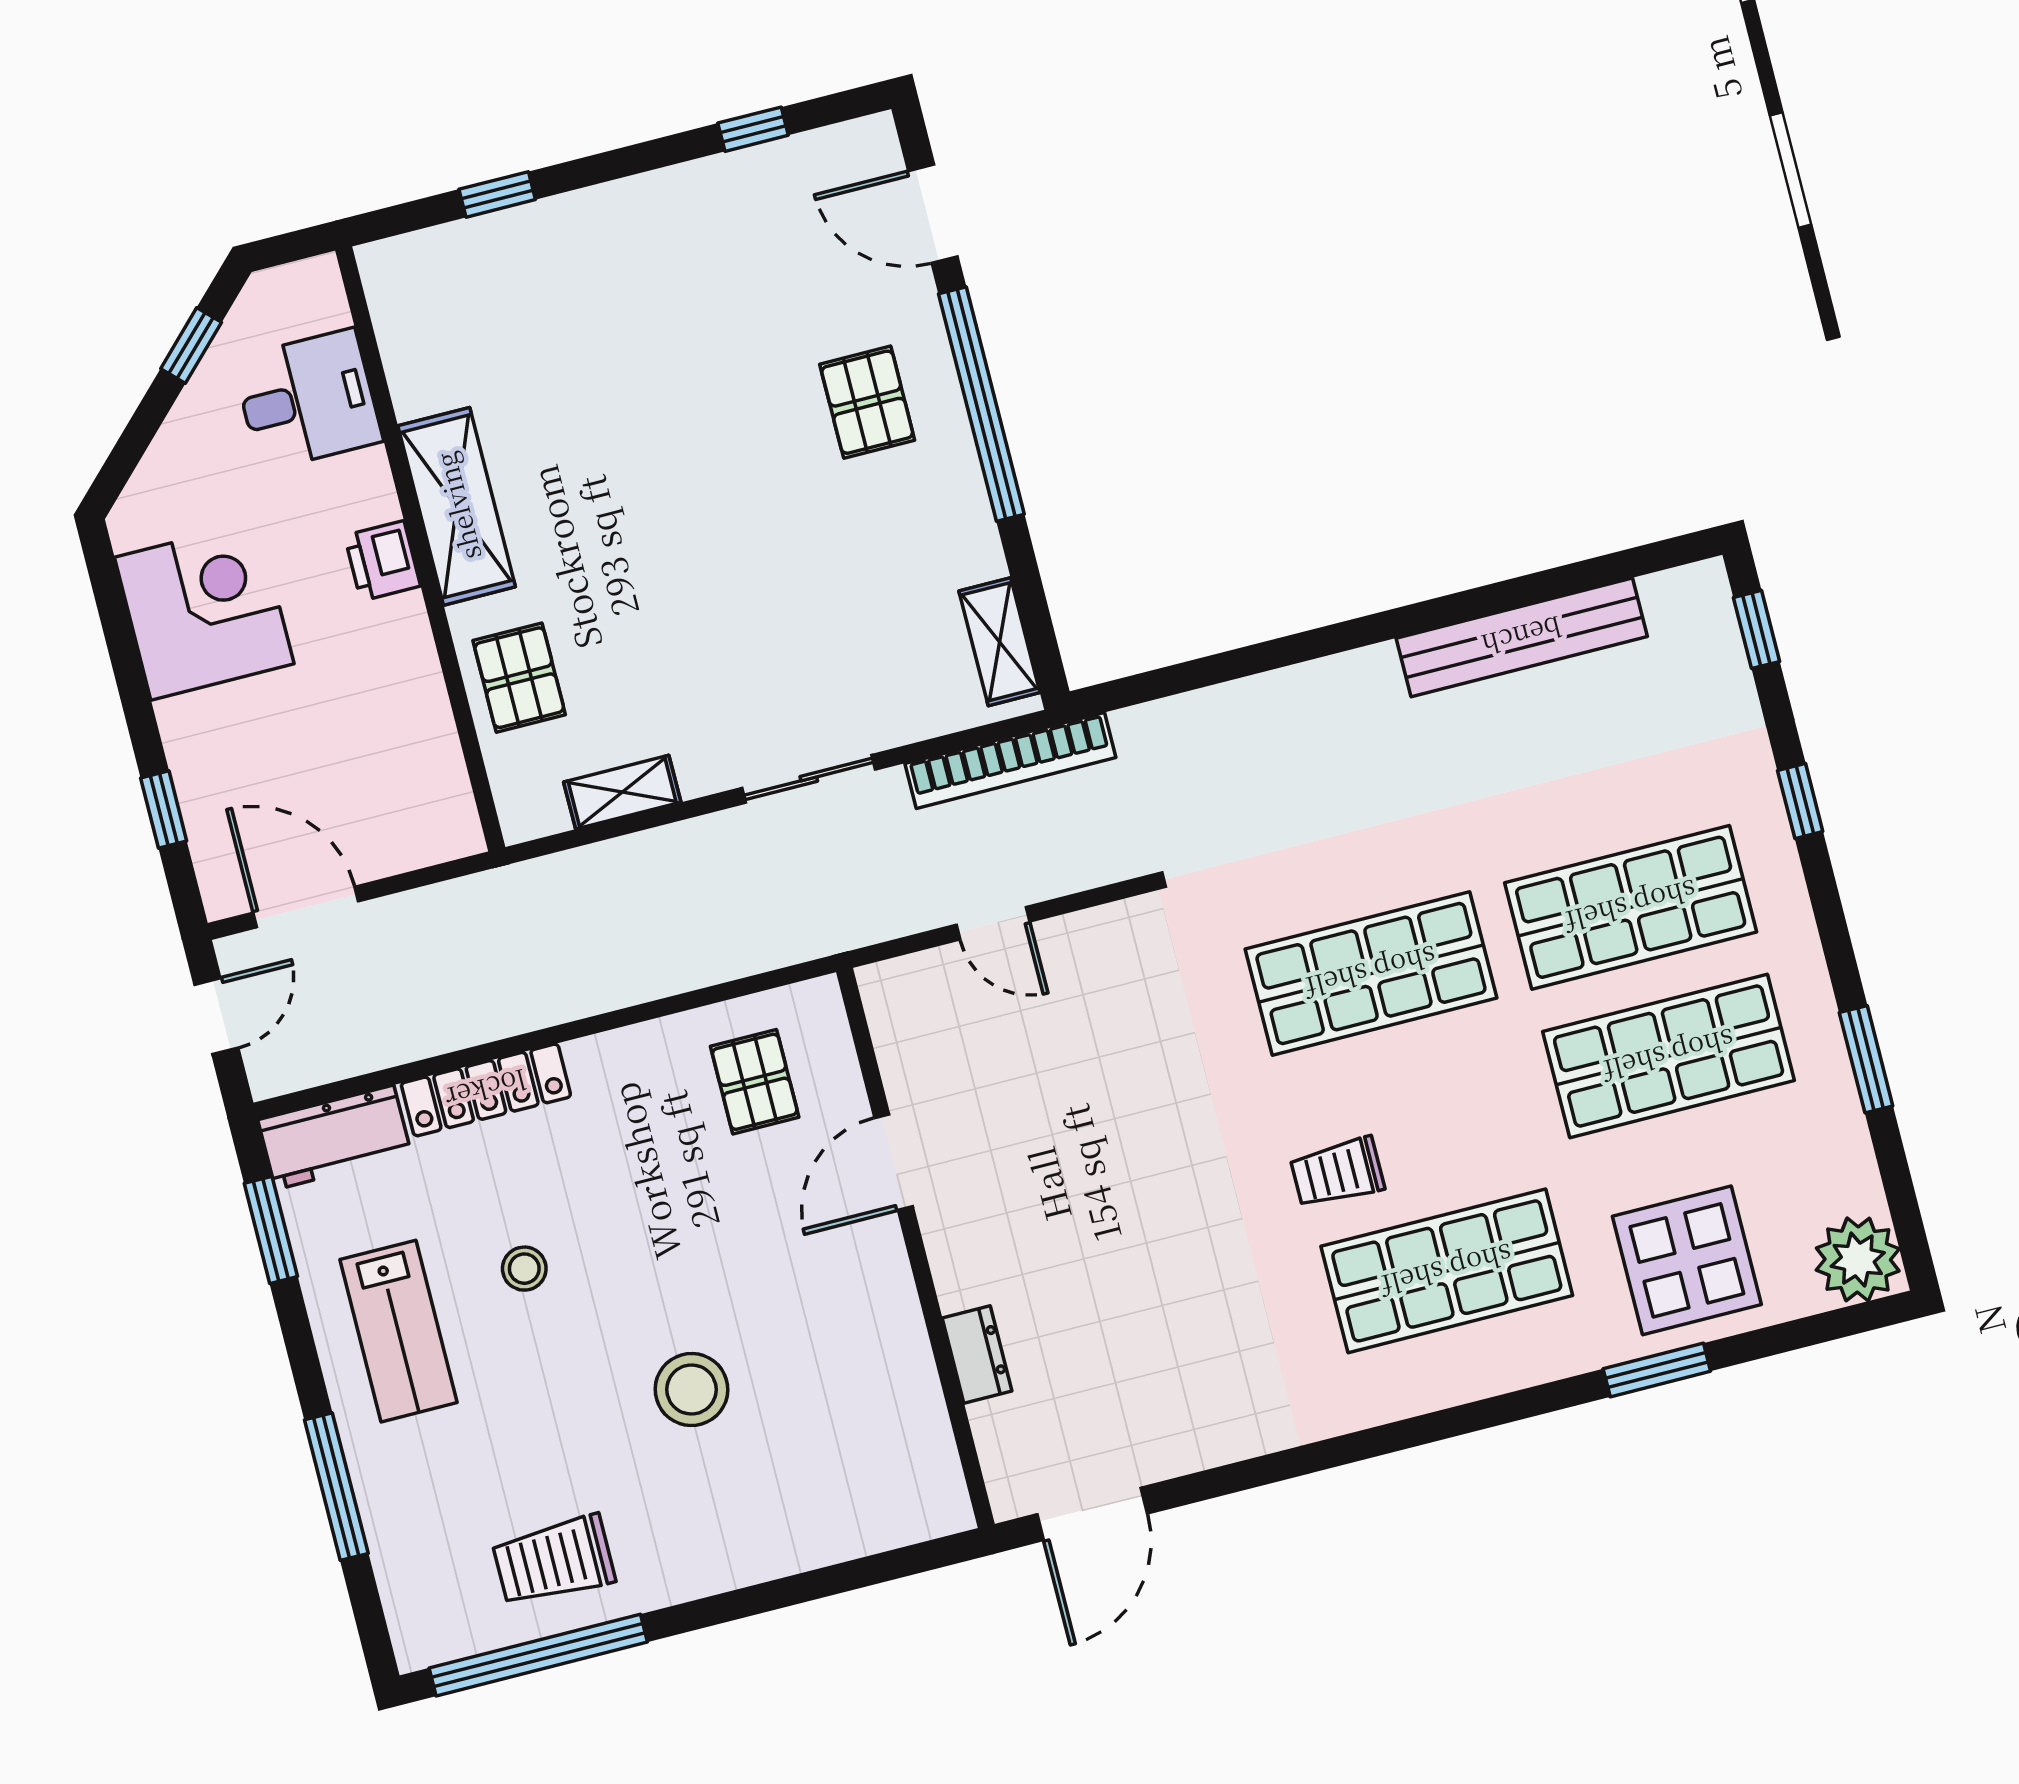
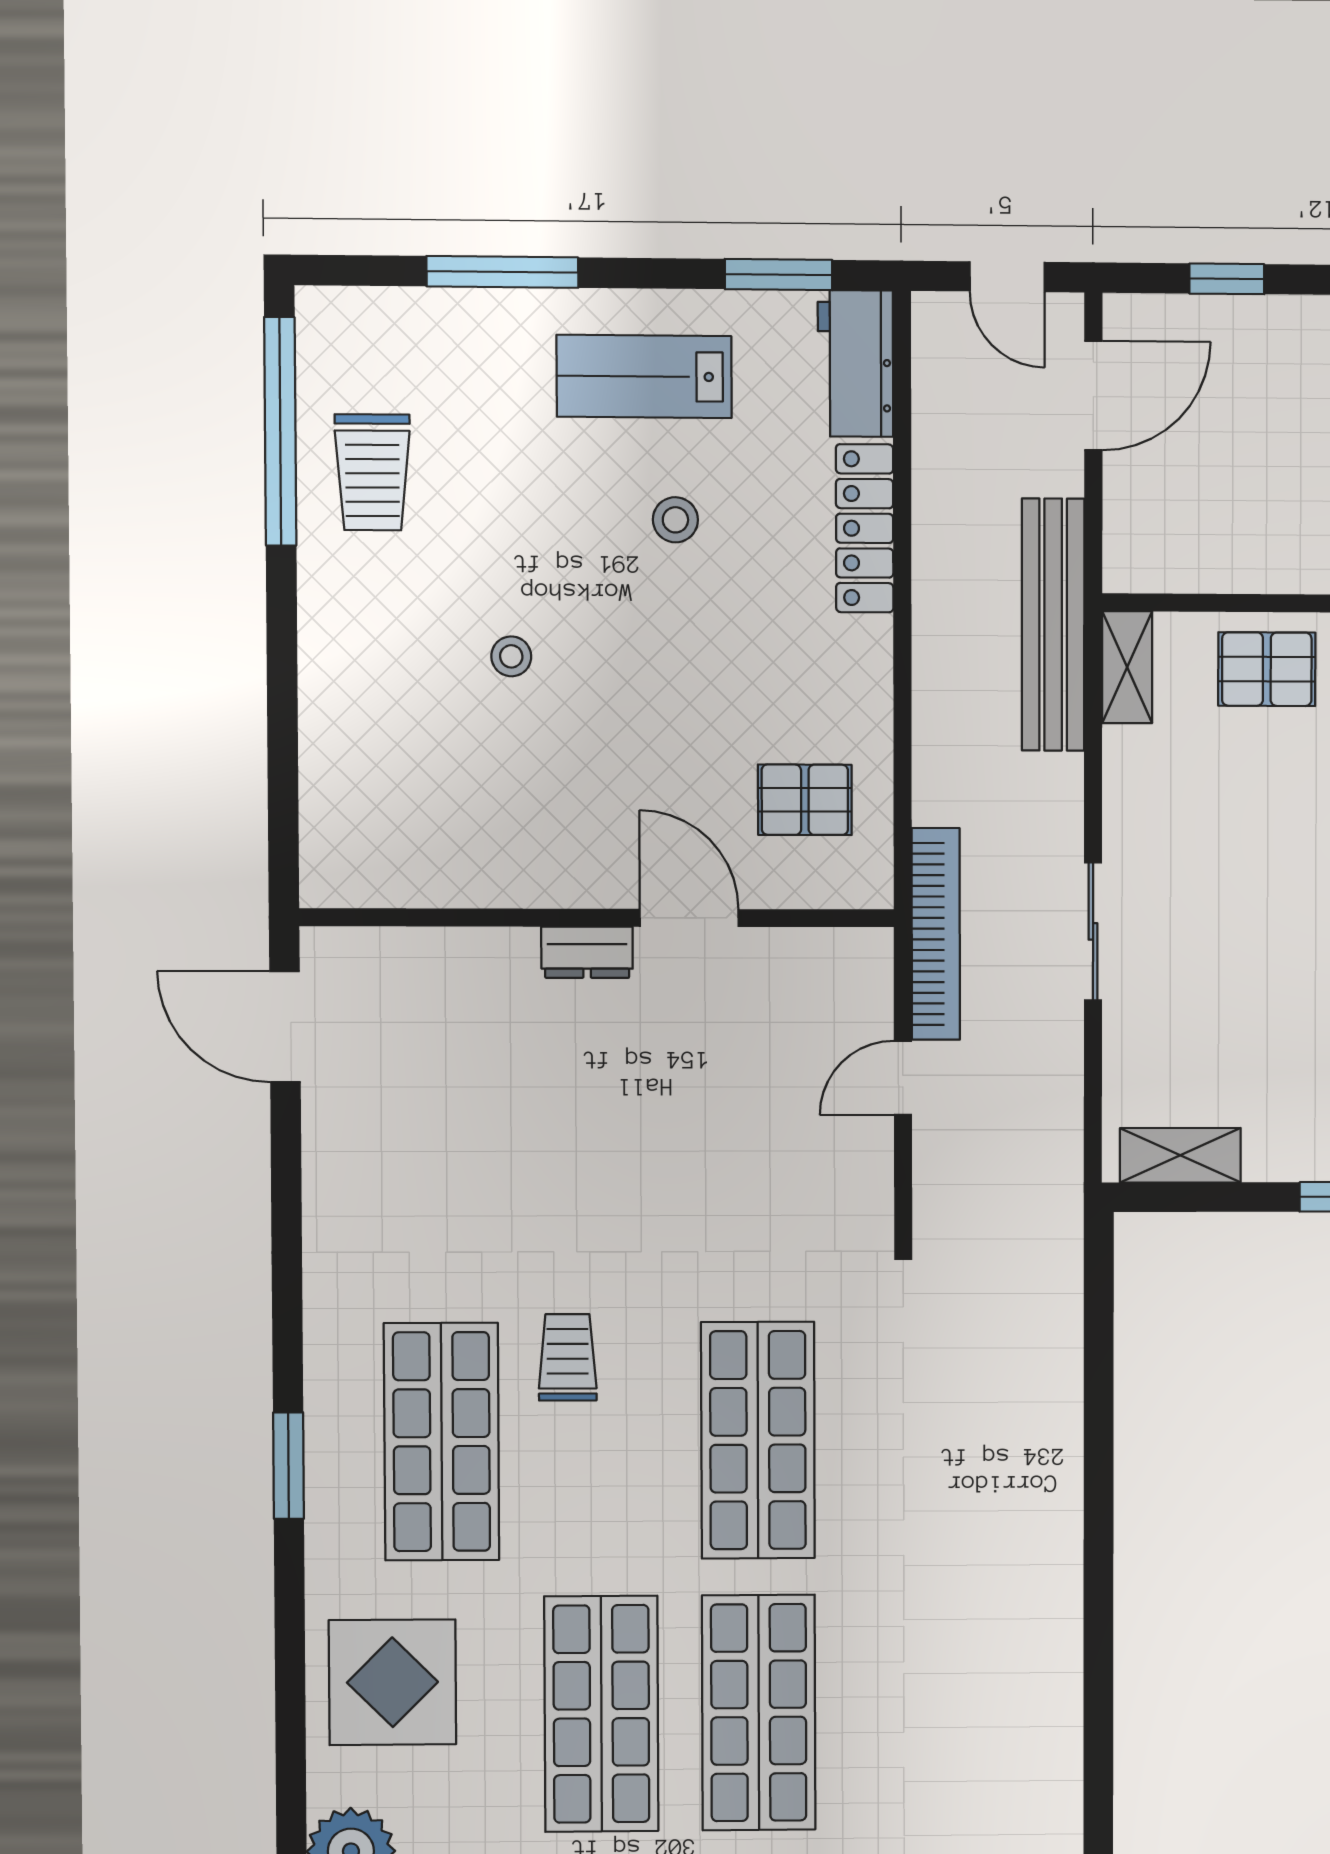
bench: (1522, 637) -> (1053, 625), moved
bookcase: (1010, 761) -> (936, 934), moved, turned 180
shelving: (622, 792) -> (1127, 667), moved
dresser: (977, 1355) -> (587, 952), moved
window: (1657, 1370) -> (288, 1466), moved
stool: (691, 1390) -> (511, 656), width x0.53, depth x0.53
trolley: (554, 1561) -> (372, 472), turned 180

